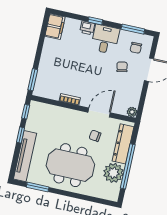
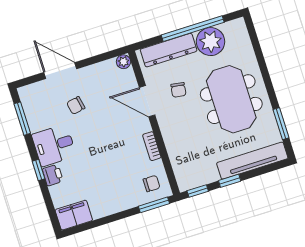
chair: (136, 48) -> (152, 184), moved

